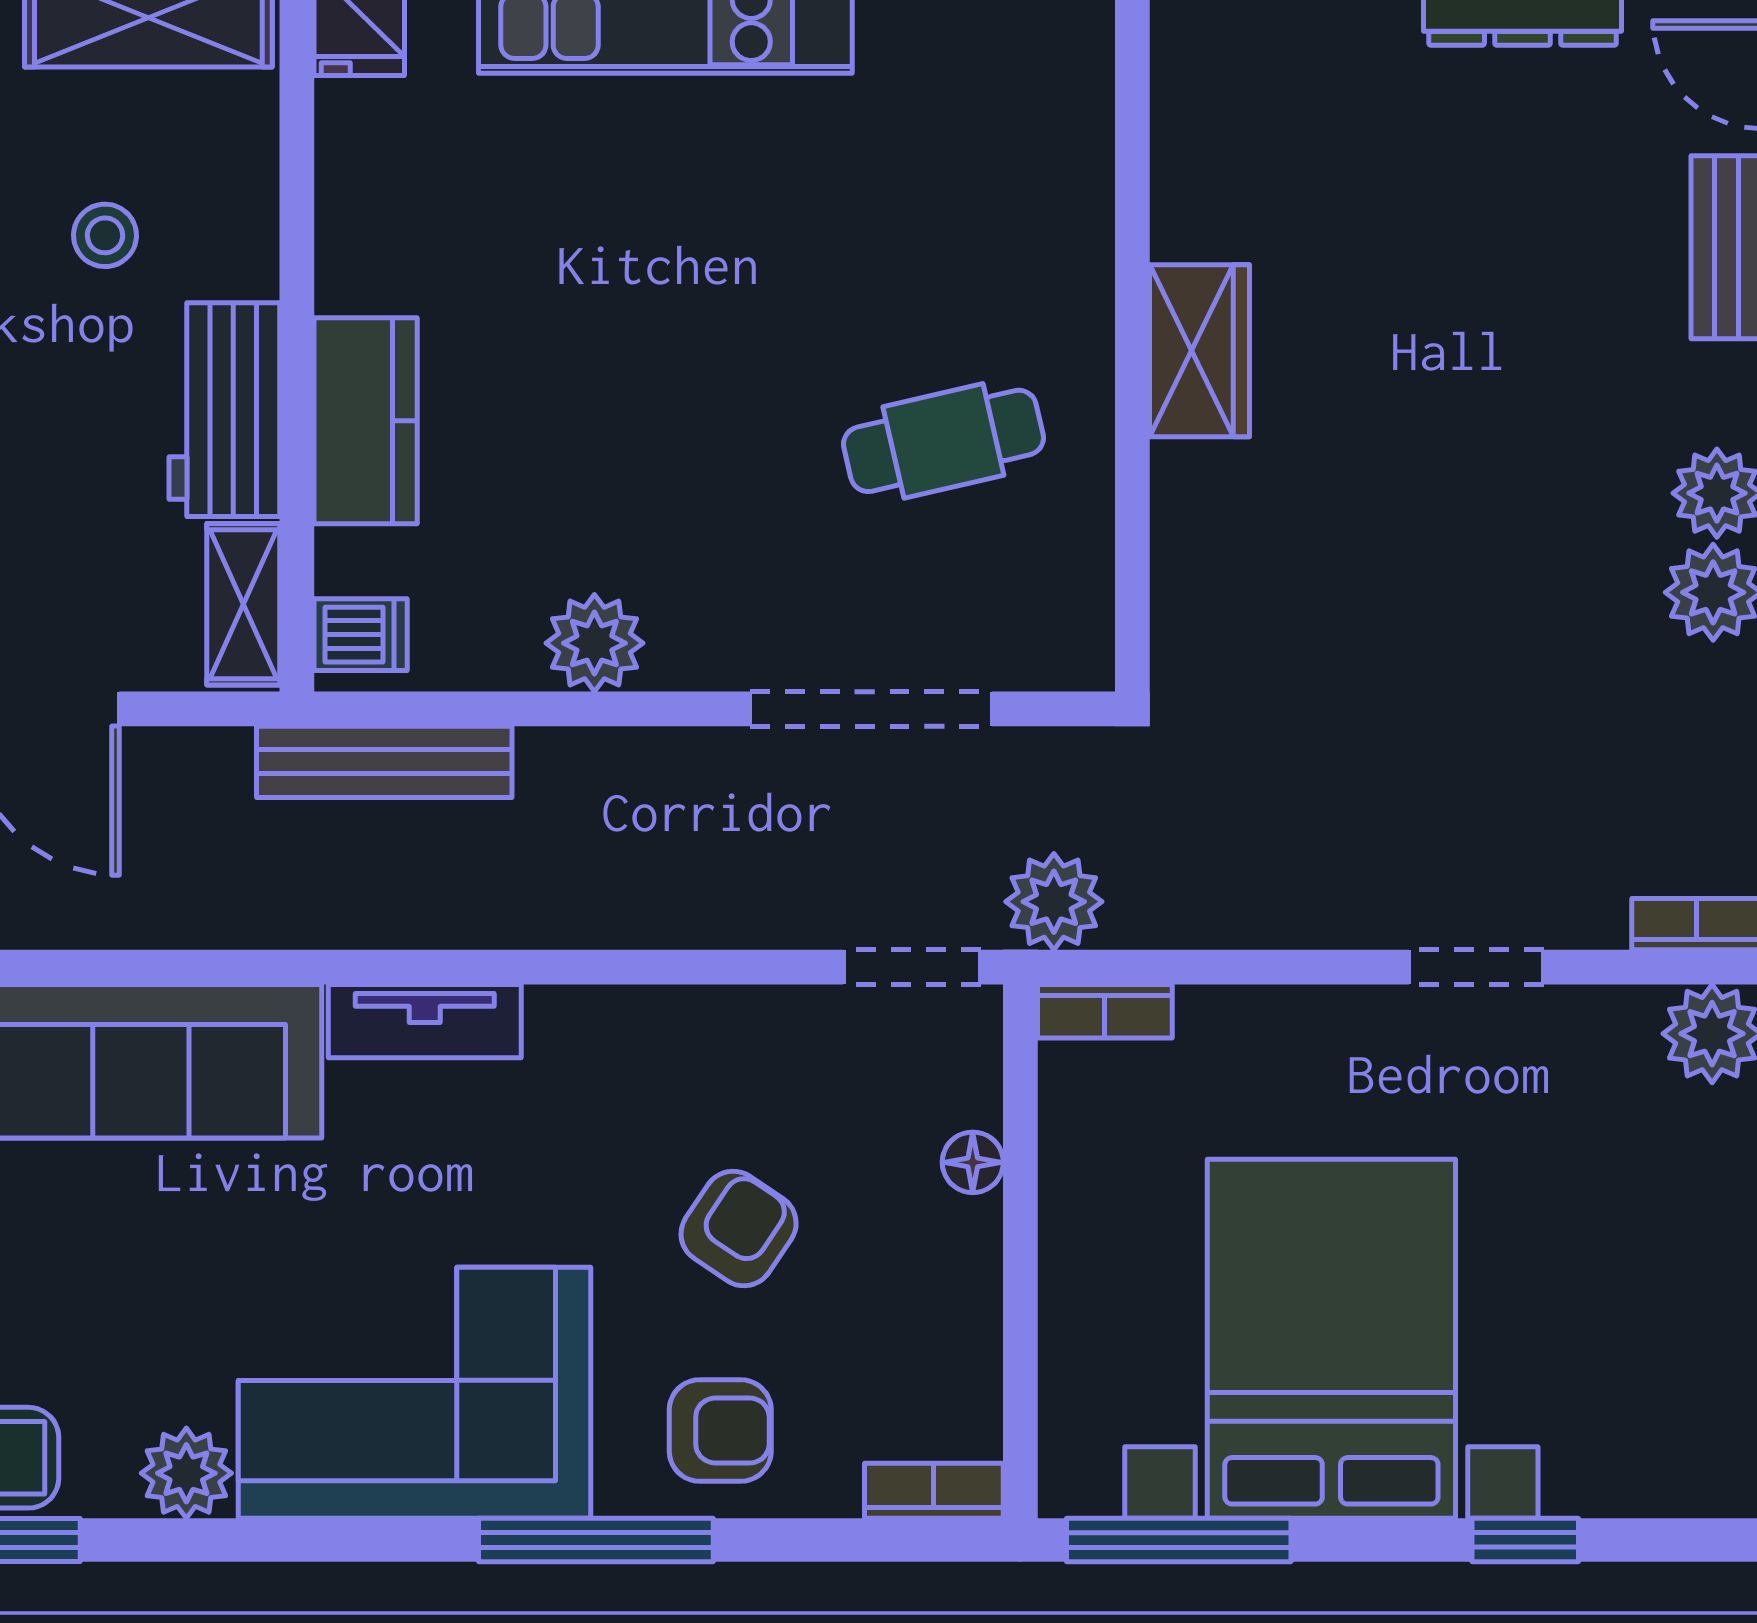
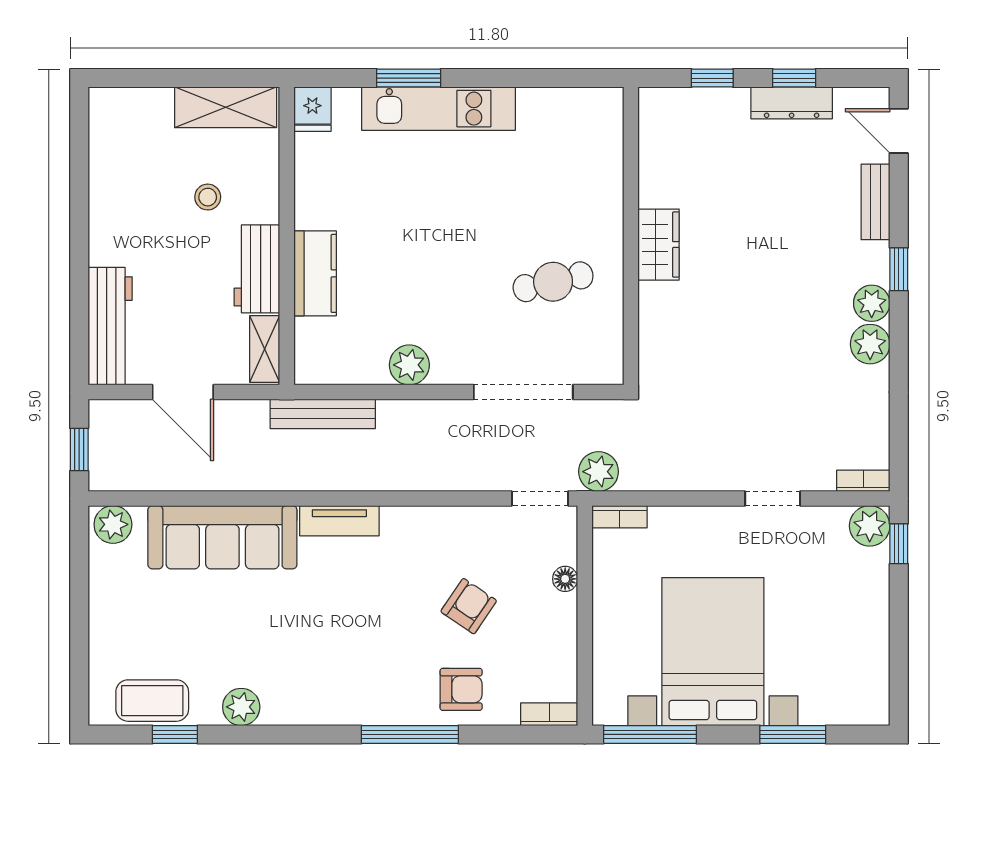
dishwasher: (361, 635) -> (313, 362), removed
corner sofa: (415, 1393) -> (335, 674), removed
window: (1525, 1540) -> (793, 734), width x1.50

